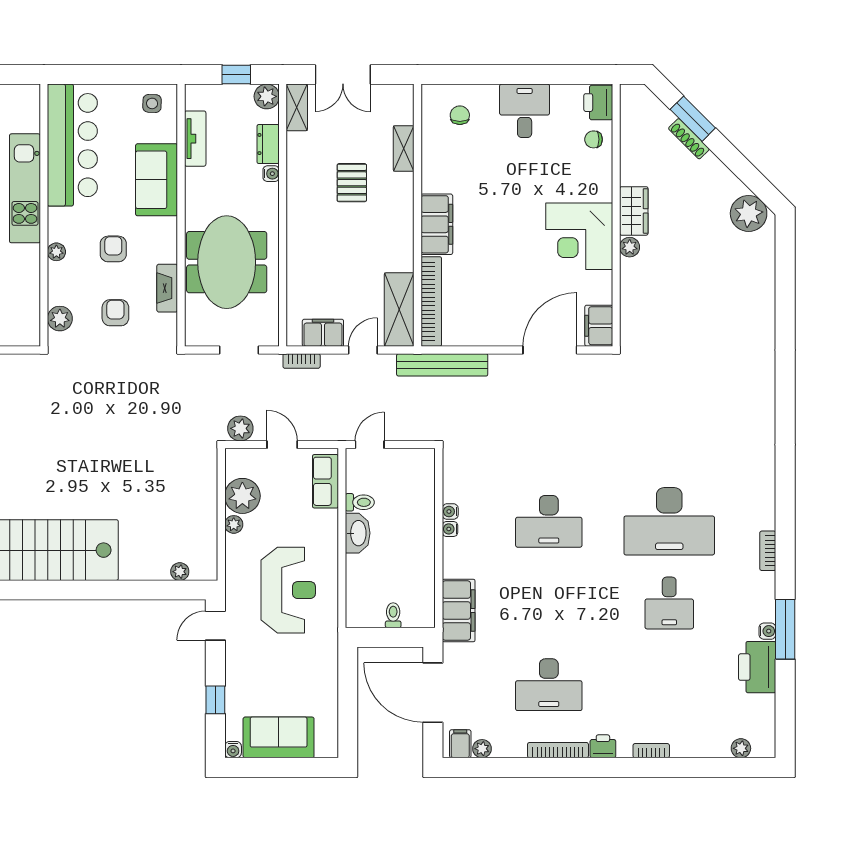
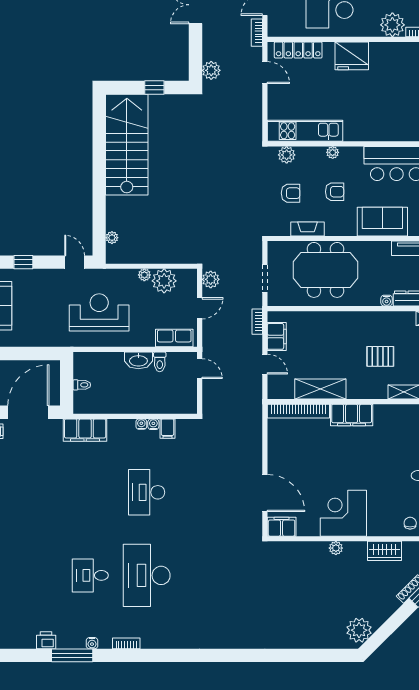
kitchen unit: (25, 188) -> (305, 131), moved
wardrobe: (634, 211) -> (385, 551), moved
shelving: (399, 310) -> (320, 389), moved
bench: (442, 365) -> (255, 419), removed
filing cabinet: (457, 491) -> (167, 429), added
reception desk: (288, 590) -> (99, 312), turned 180
water cooler: (767, 631) -> (92, 643), moved
printer: (757, 667) -> (46, 640), width x0.53, depth x0.68
desk: (549, 685) -> (34, 492), removed

